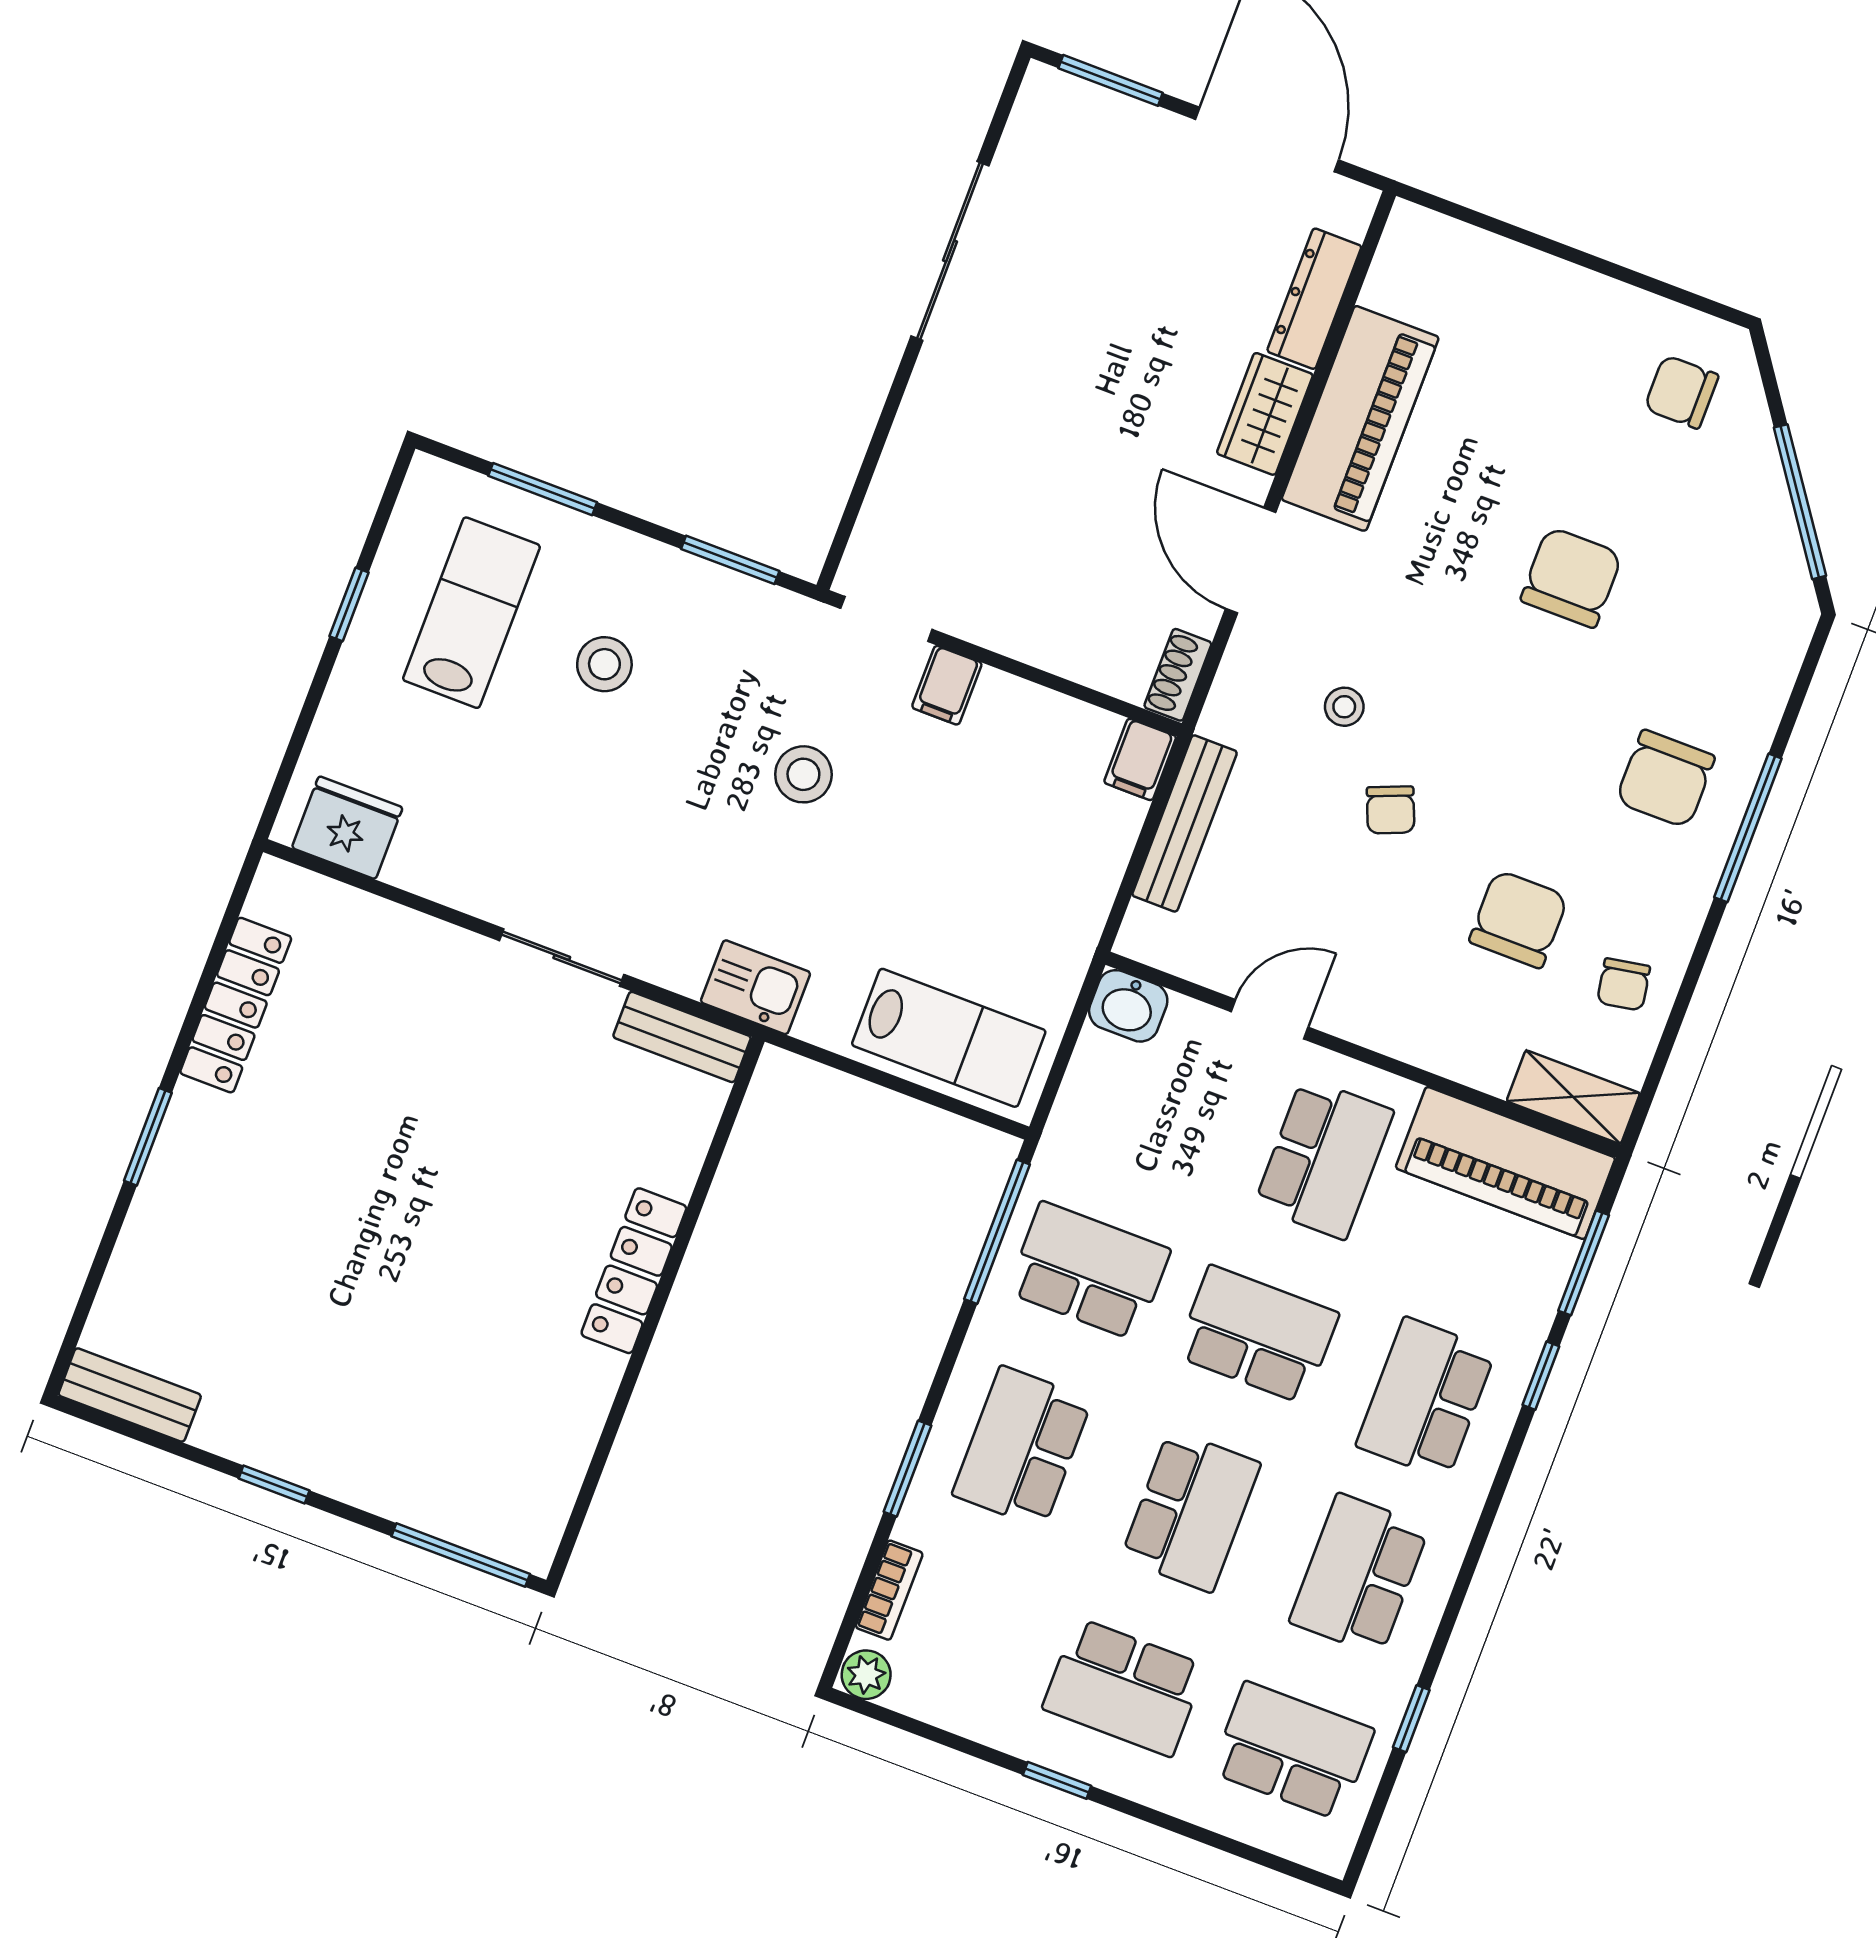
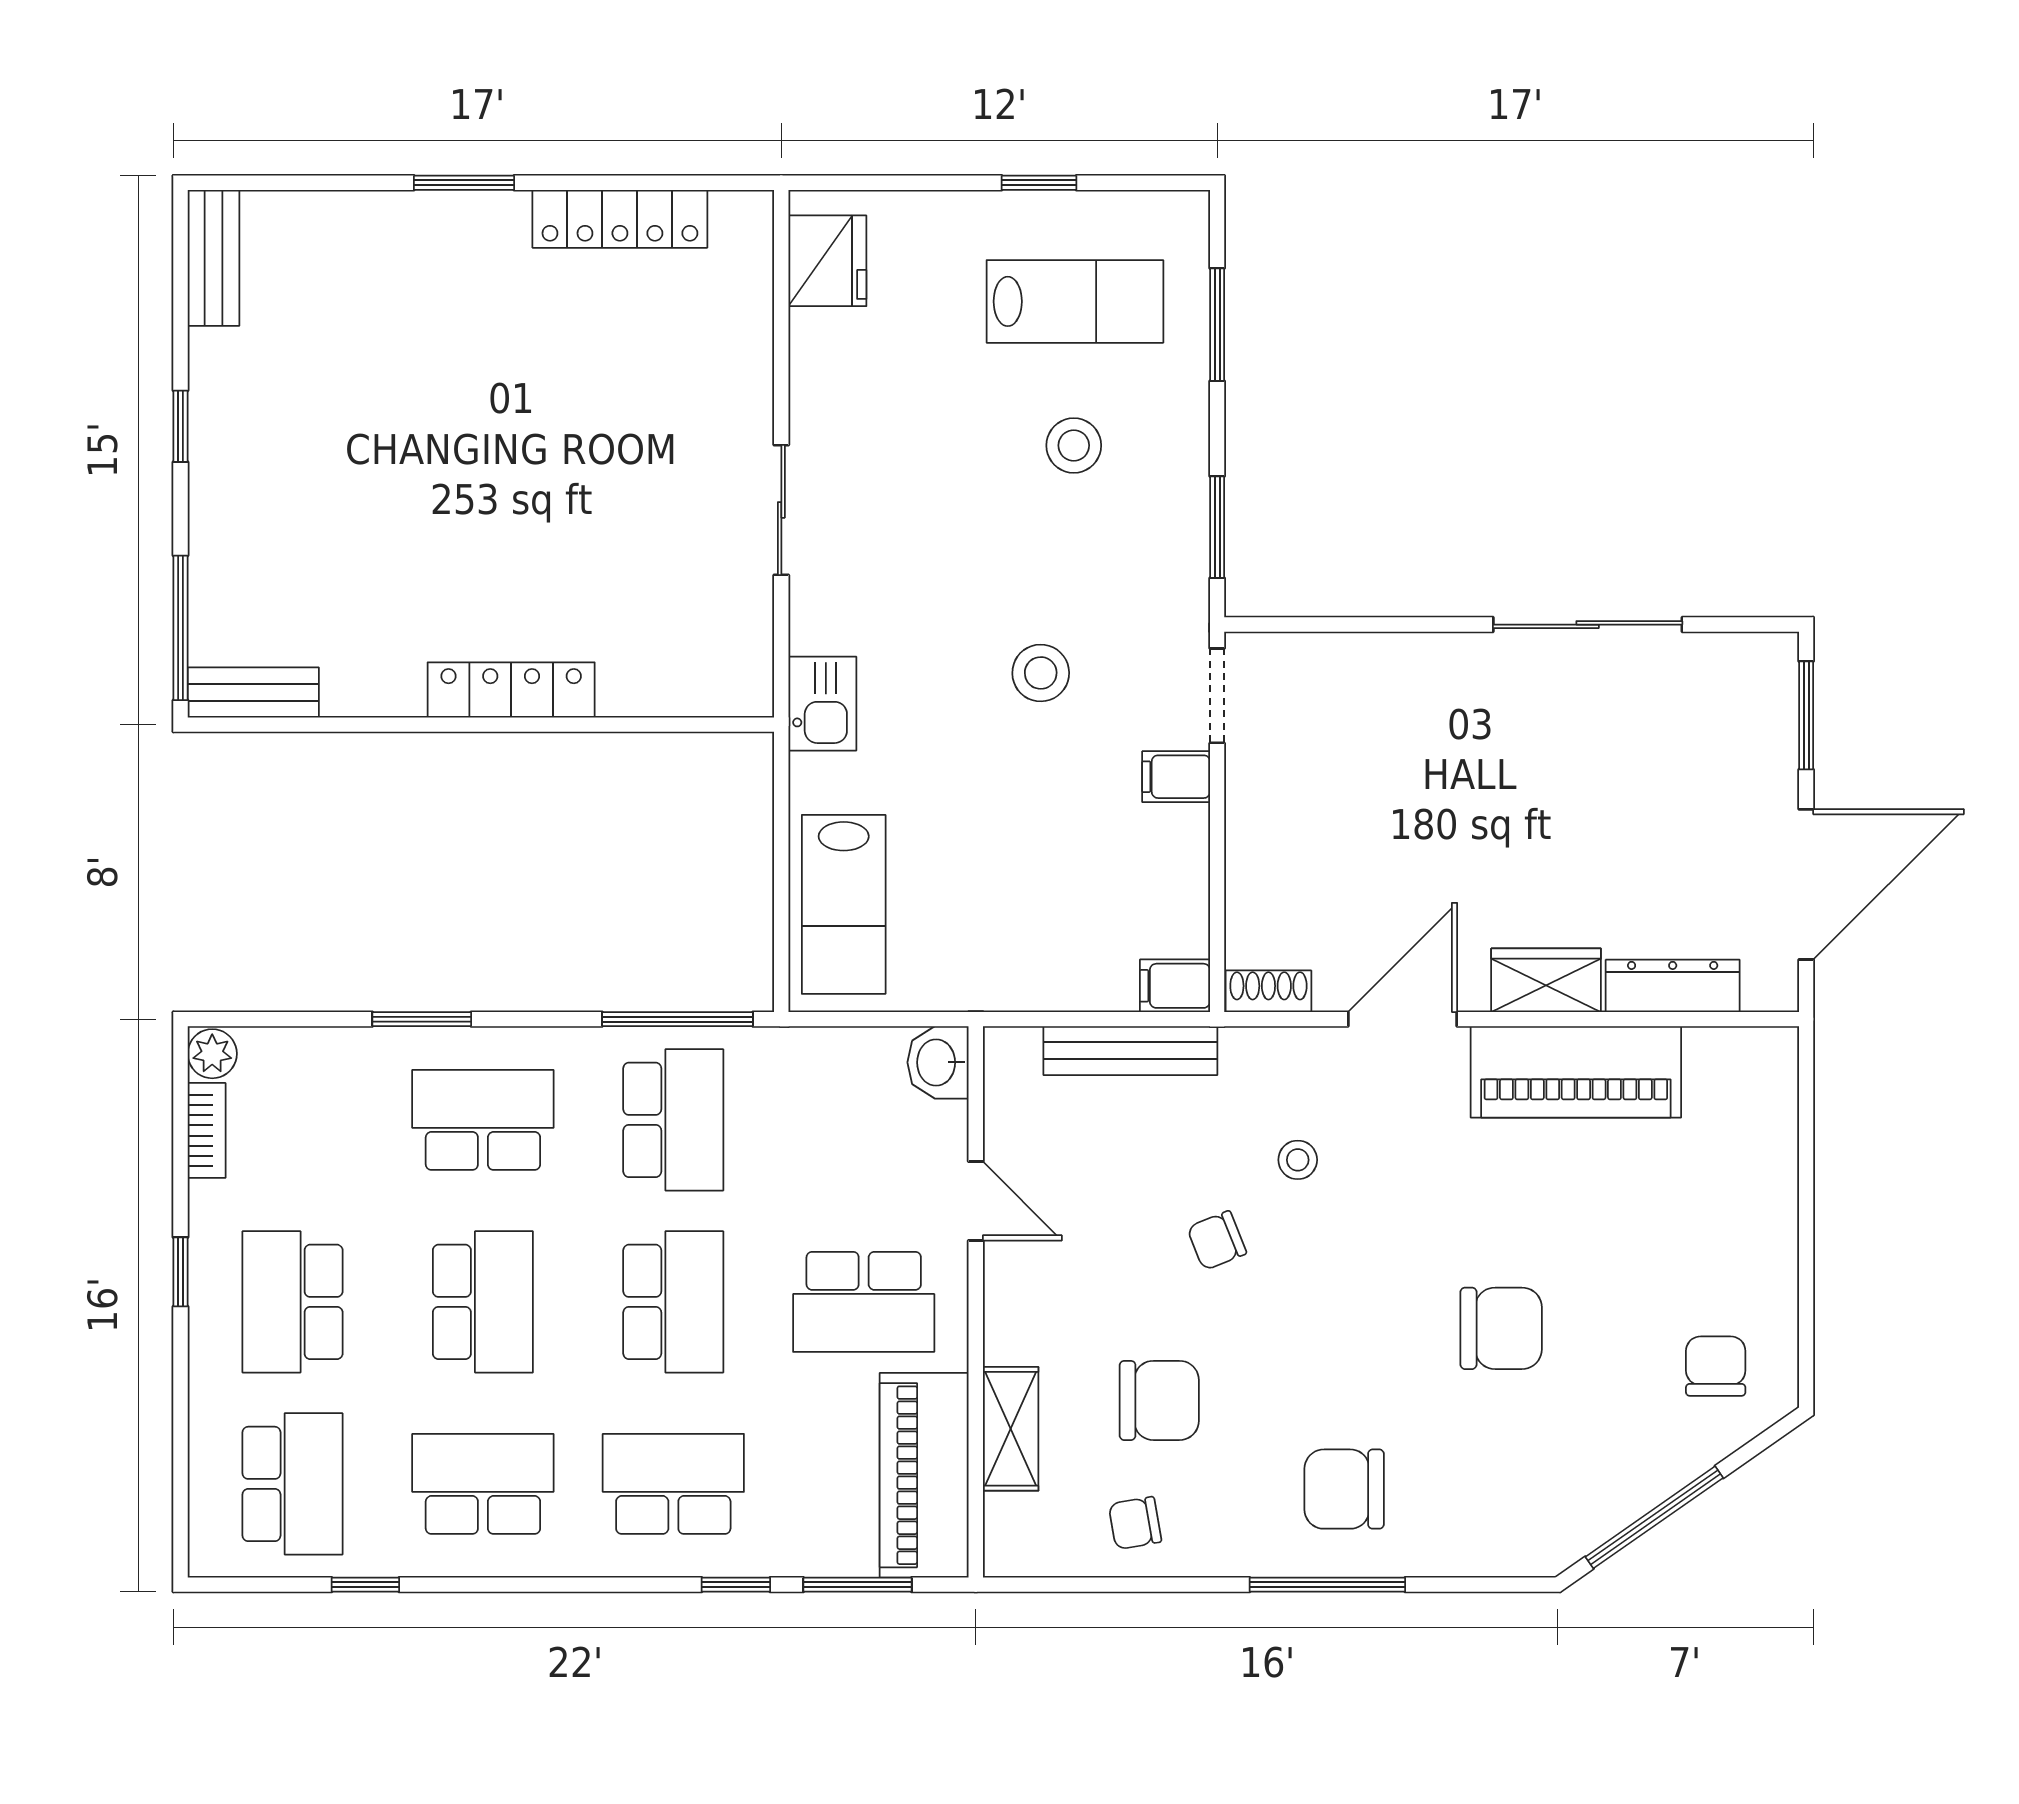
bench: (682, 1037) -> (253, 693), moved, turned 90
shelving: (1573, 1097) -> (1011, 1429), moved
school desk: (1191, 1511) -> (483, 1302), turned -90
bookcase: (889, 1590) -> (207, 1130), moved, turned -90

